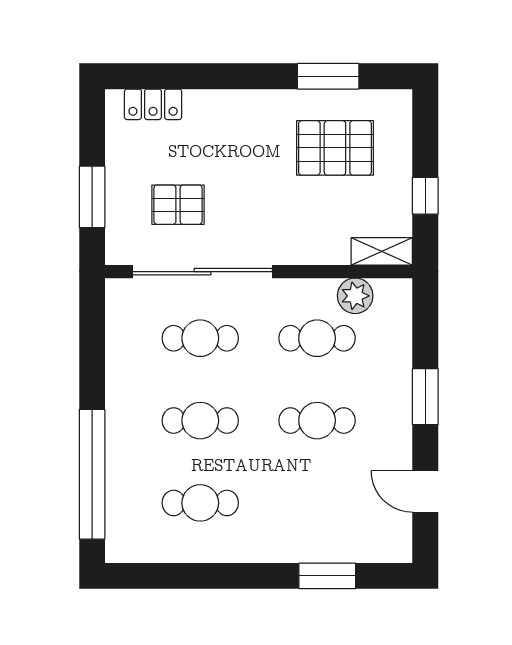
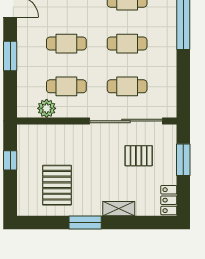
window: (328, 76) -> (85, 222), moved
locker: (153, 104) -> (169, 200), moved, turned -90
pallet: (335, 148) -> (57, 185), turned 90
shelving: (382, 251) -> (119, 209), moved

